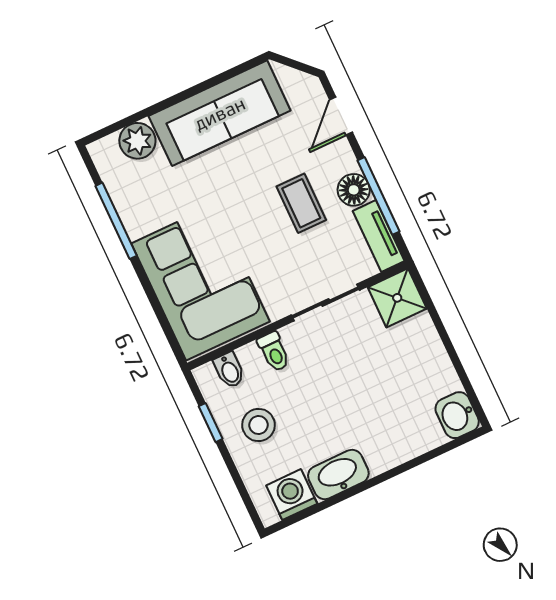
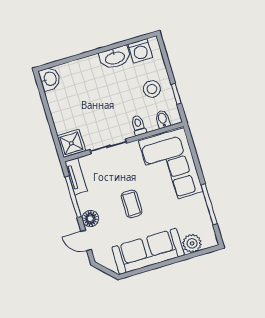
door: (341, 116) -> (86, 241), swing flipped
floor lamp: (354, 190) -> (90, 219), moved
coffee table: (301, 203) -> (132, 204), moved

